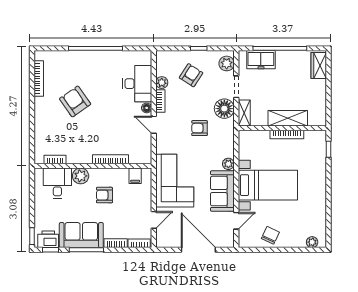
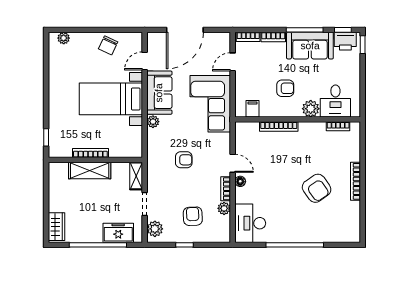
armchair: (191, 75) -> (193, 216), turned 144
bookcase: (39, 79) -> (355, 181), moved
desk: (137, 84) -> (250, 223), moved
floor lamp: (224, 109) -> (157, 181), removed
door: (198, 250) -> (185, 30), hinge flipped

